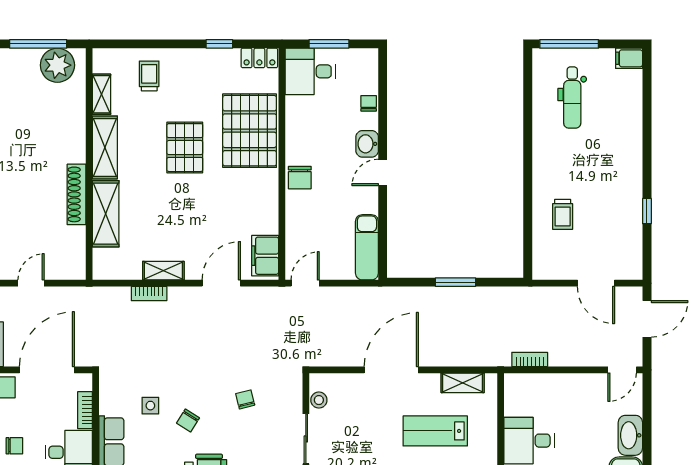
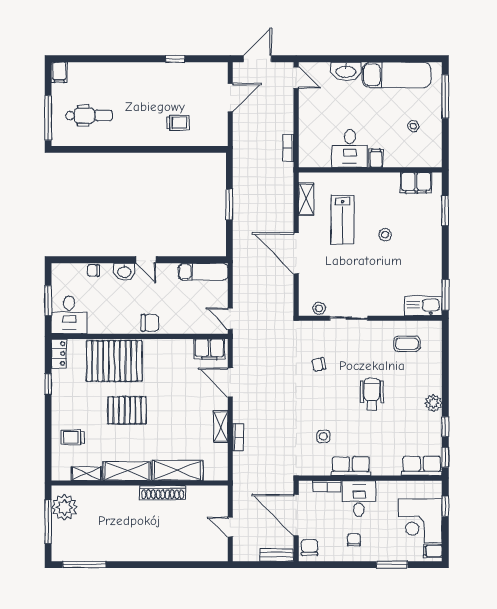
door: (647, 319) -> (257, 59), hinge flipped
chair: (188, 421) -> (335, 408), removed

